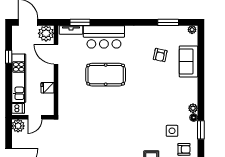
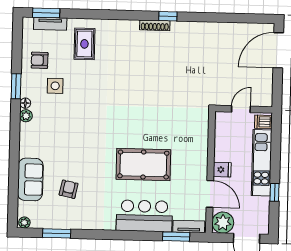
fridge: (48, 88) -> (222, 170), moved
plant: (18, 126) -> (264, 98), removed

